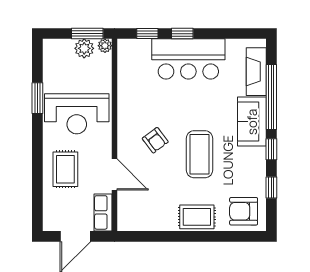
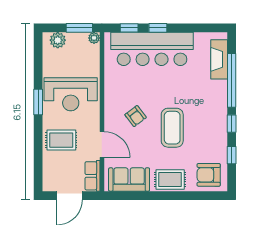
plant: (84, 48) -> (58, 40), moved
bar counter: (188, 59) -> (152, 49), width x1.36
window: (37, 98) -> (38, 102), moved
sofa: (252, 122) -> (129, 180), moved, turned 90
rug: (65, 169) -> (61, 140), turned 90

